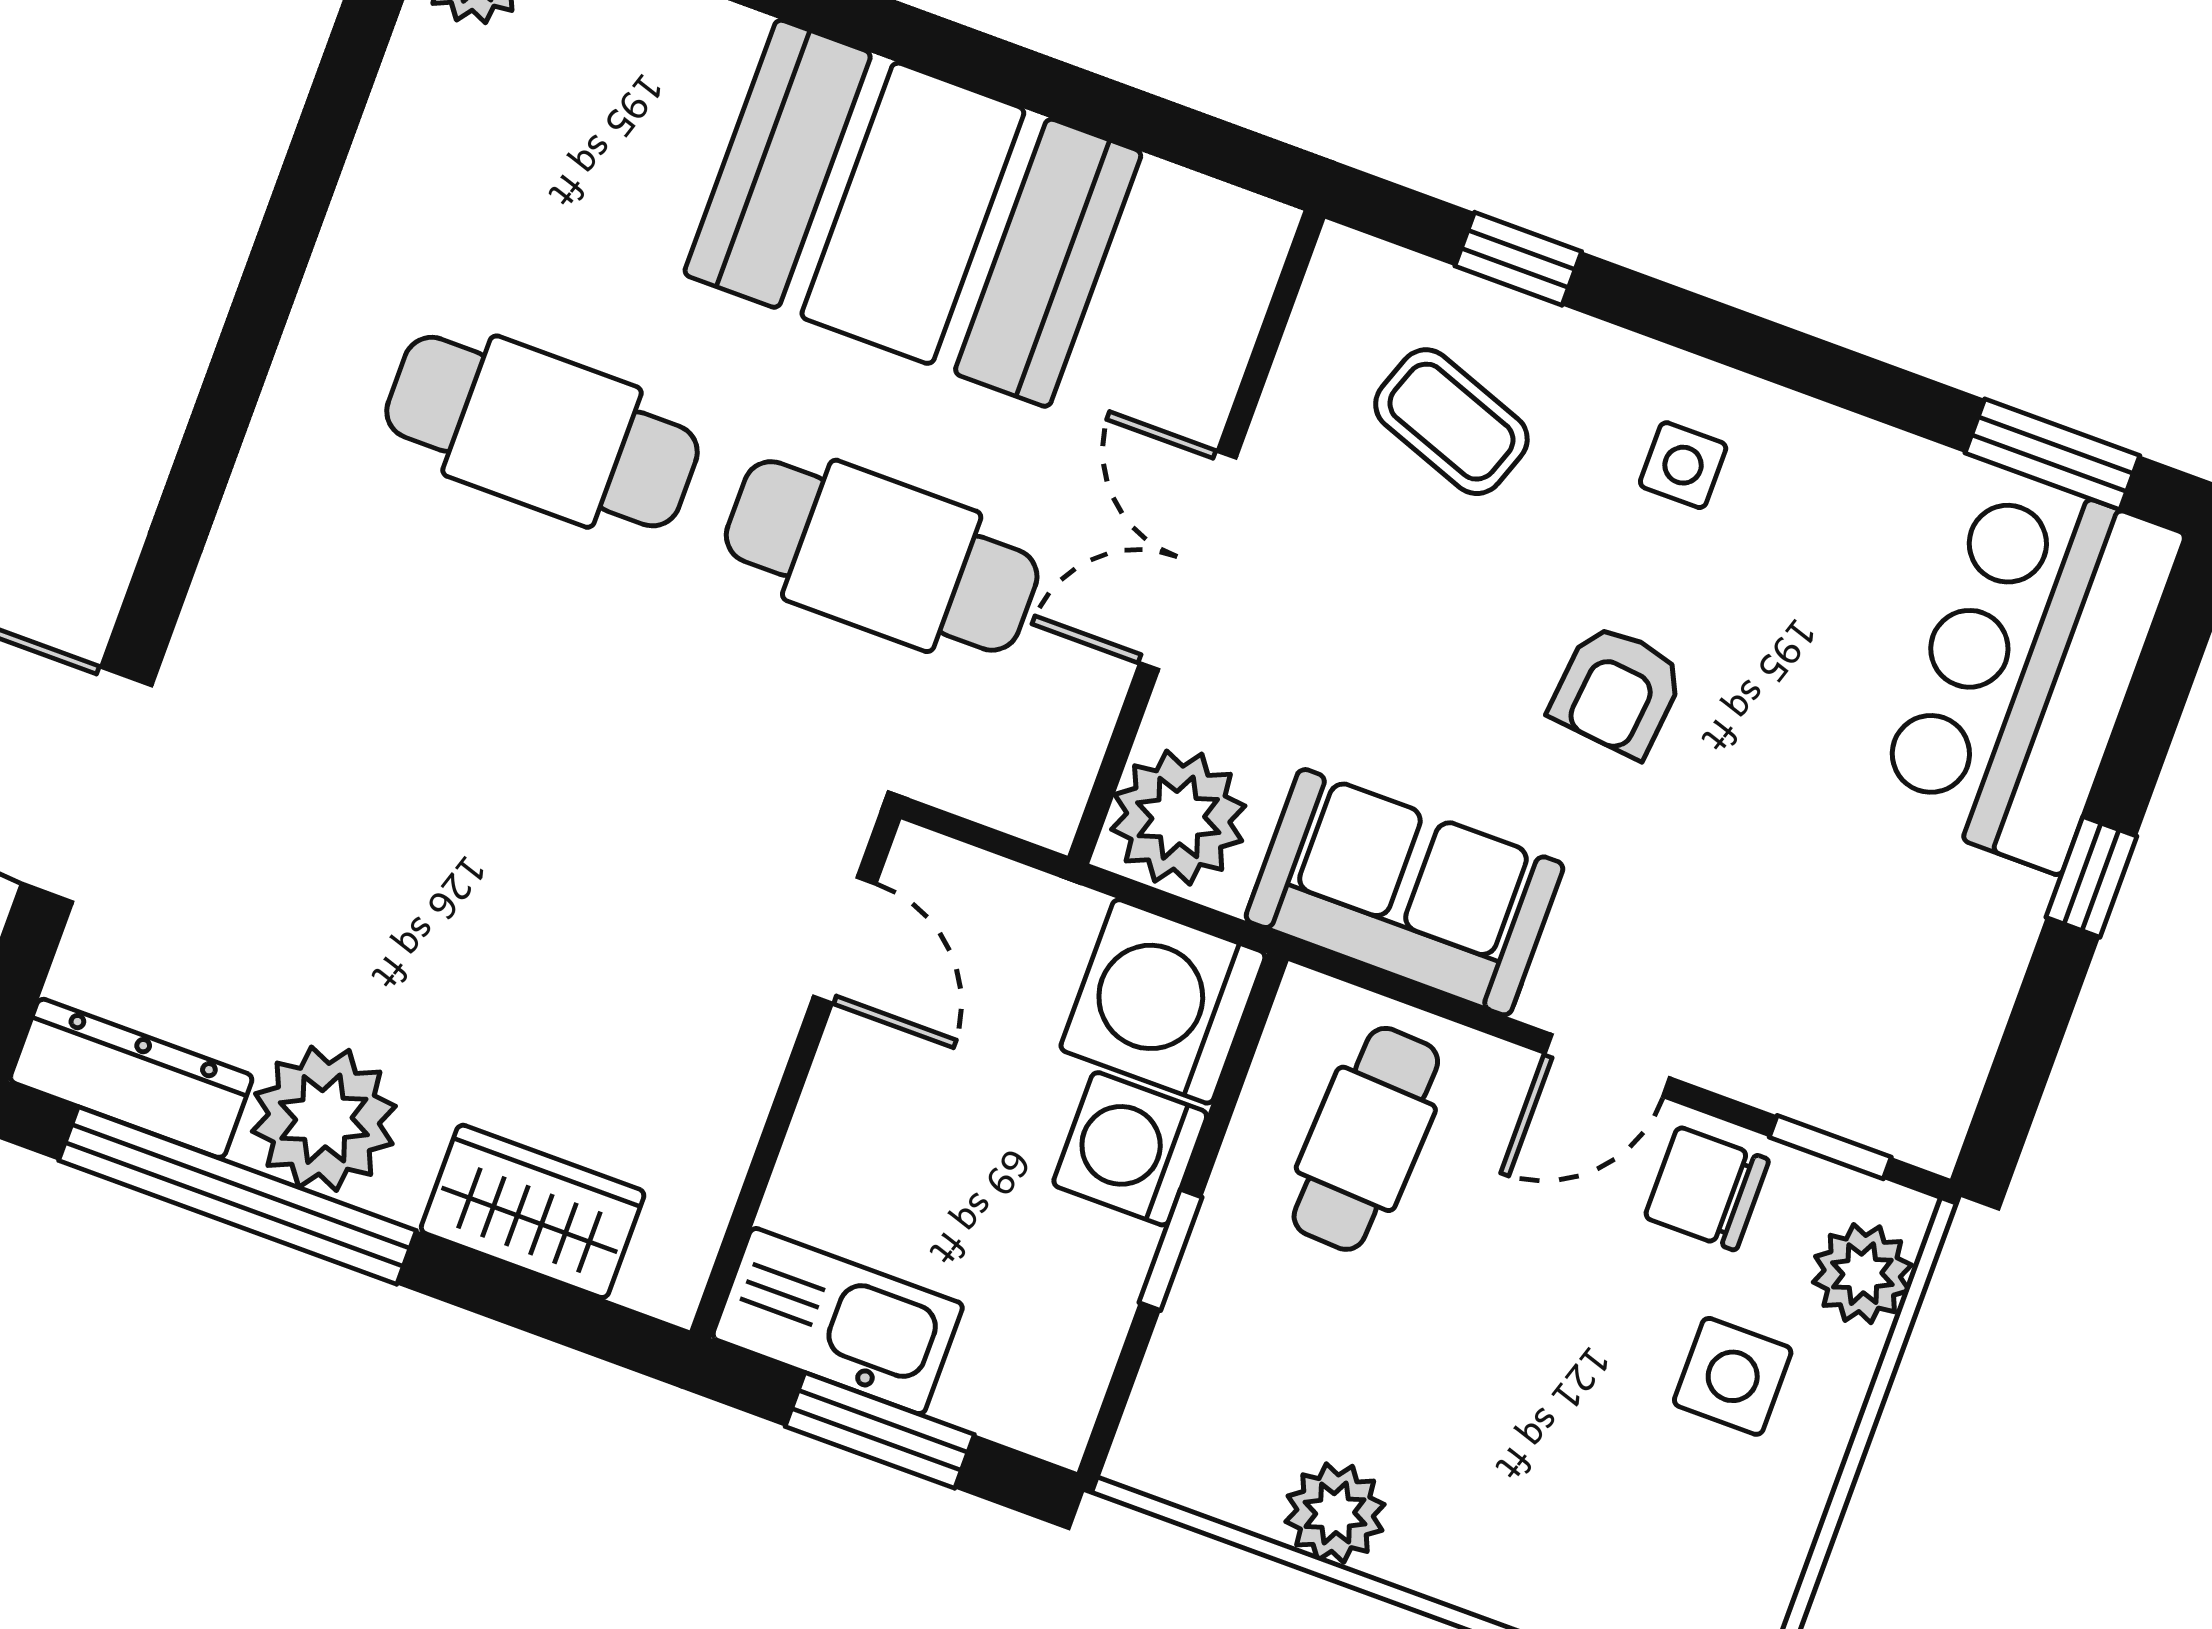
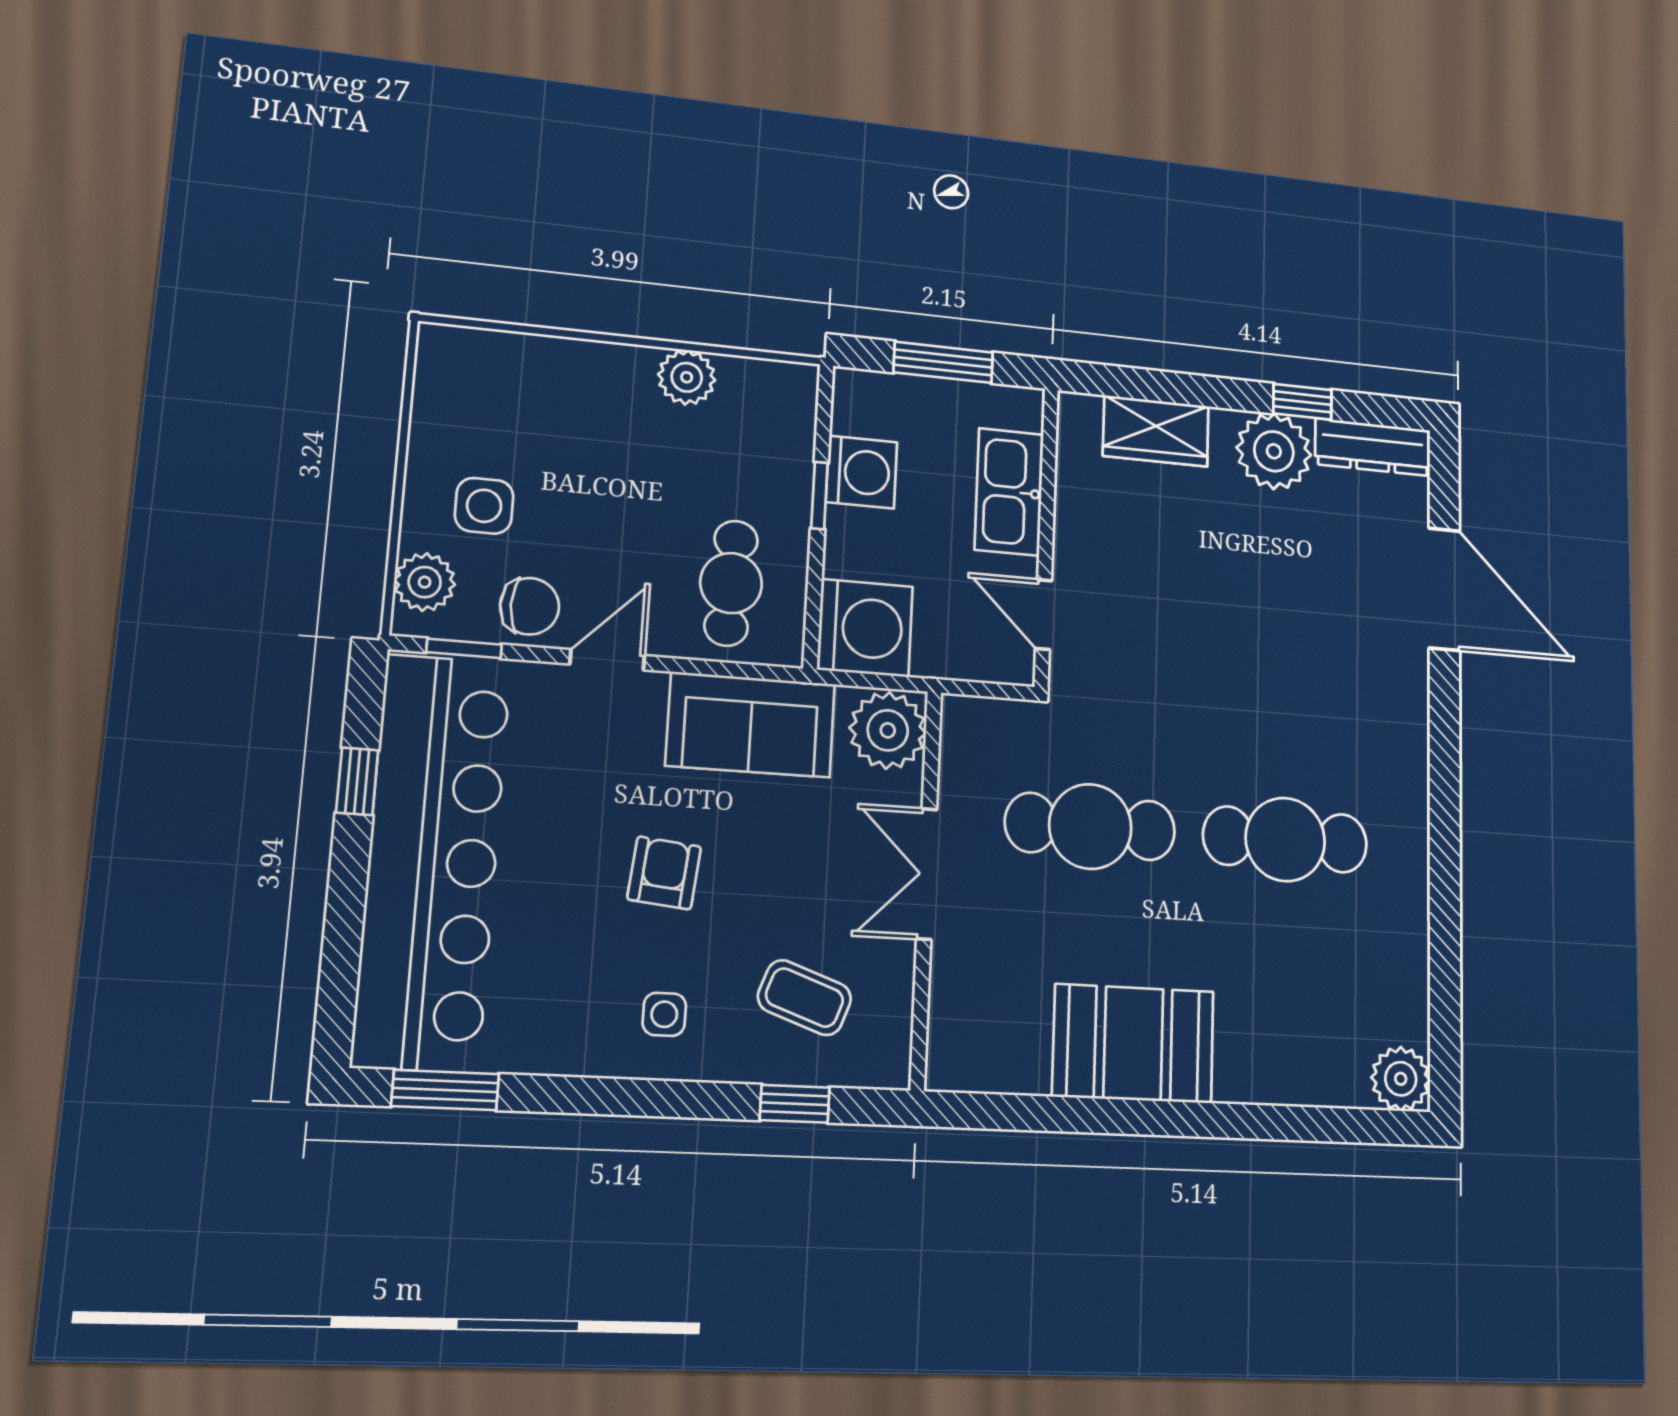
booth: (913, 213) -> (1133, 1044), width x0.73, depth x0.70
double door: (1188, 561) -> (926, 874), swing flipped
bar counter: (2028, 670) -> (432, 861), width x1.86
window: (2091, 877) -> (357, 781), moved
washing machine: (1130, 1149) -> (862, 472), moved
window: (238, 1195) -> (1302, 402), width x0.32
kitchen sink: (838, 1321) -> (1009, 492), moved, turned 90

